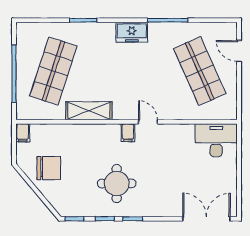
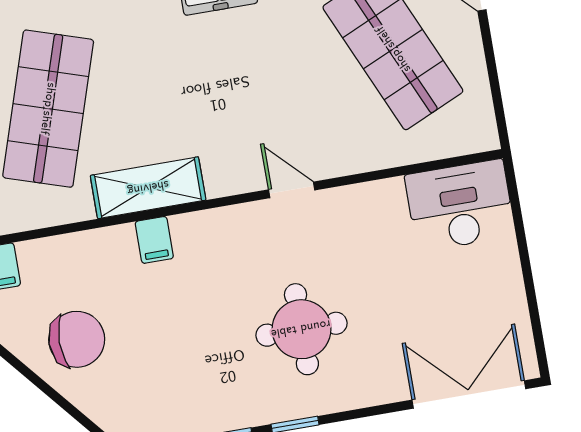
filing cabinet: (128, 133) -> (154, 240), moved
round table: (117, 184) -> (301, 329), moved

